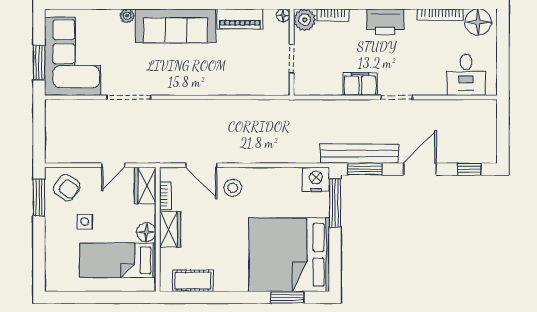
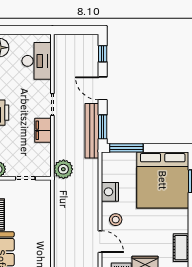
desk: (466, 75) -> (37, 61), width x1.37
plant: (305, 113) -> (63, 169), added
door: (201, 165) -> (100, 242), hinge flipped
nightstand: (316, 179) -> (110, 192), moved

